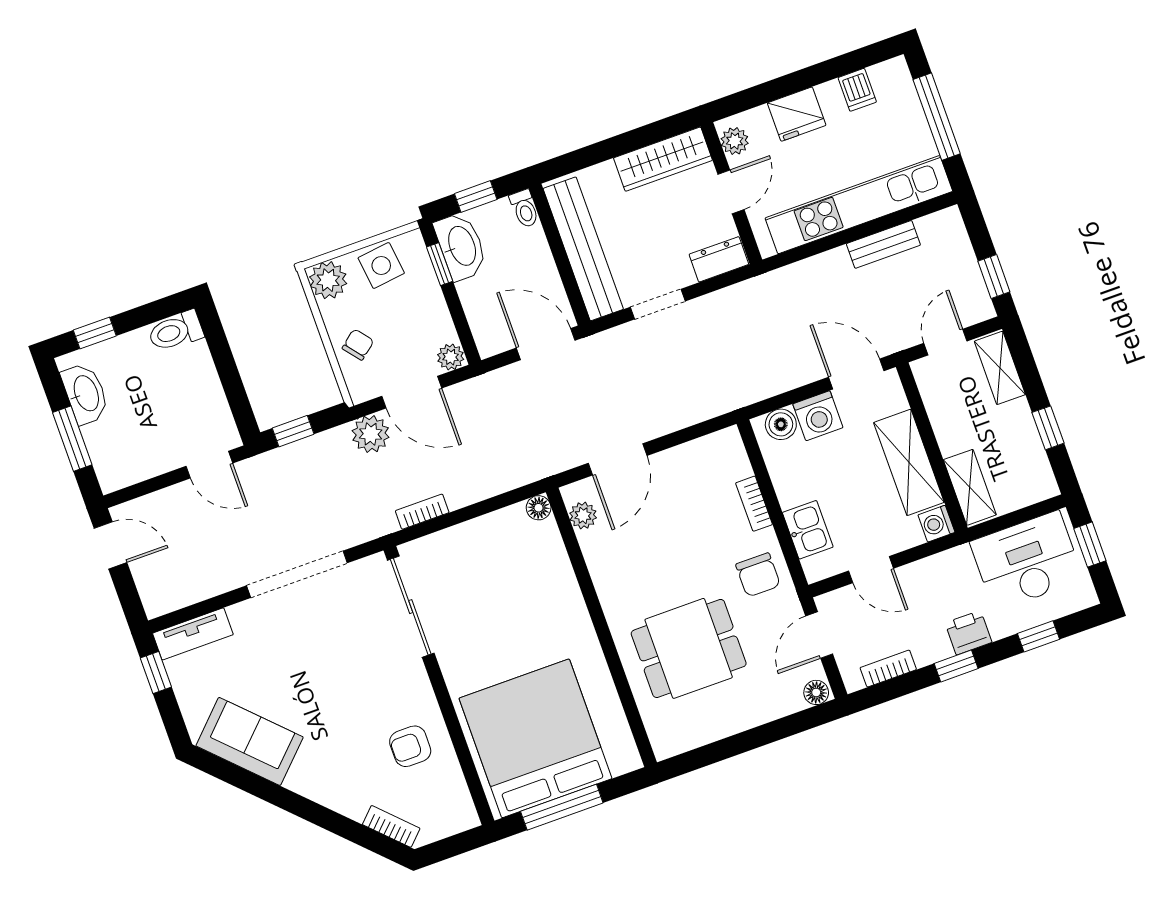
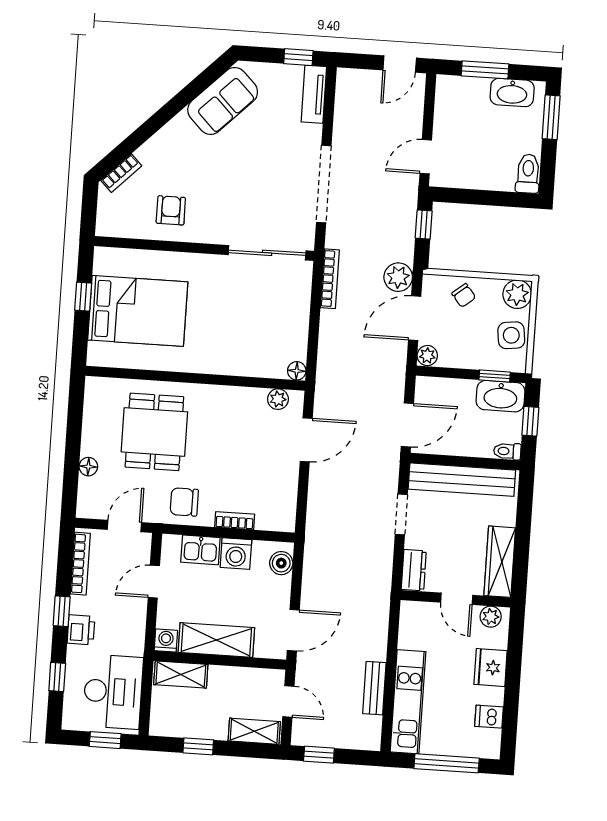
kitchen unit: (859, 205) -> (408, 702), width x0.73
window: (95, 333) -> (551, 117), width x1.50
washing machine: (818, 416) -> (236, 554), moved, turned -90
door: (618, 459) -> (306, 440), swing flipped
bookcase: (422, 512) -> (330, 279), width x1.56
door: (819, 635) -> (124, 526), hinge flipped
bookcase: (888, 669) -> (80, 564), width x1.56
floor lamp: (816, 692) -> (88, 467), moved
bed: (535, 738) -> (138, 311), width x0.73
window: (562, 807) -> (83, 297), width x0.46

